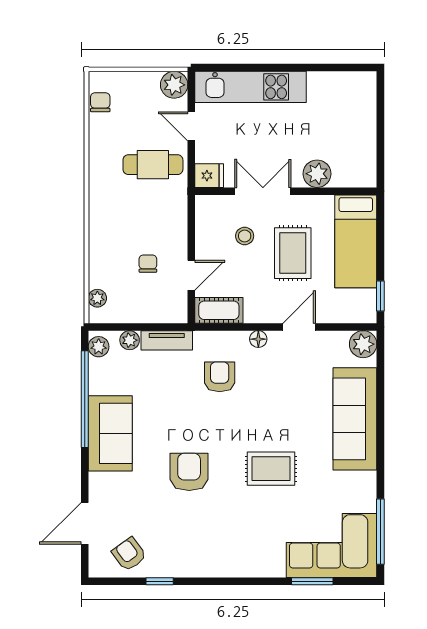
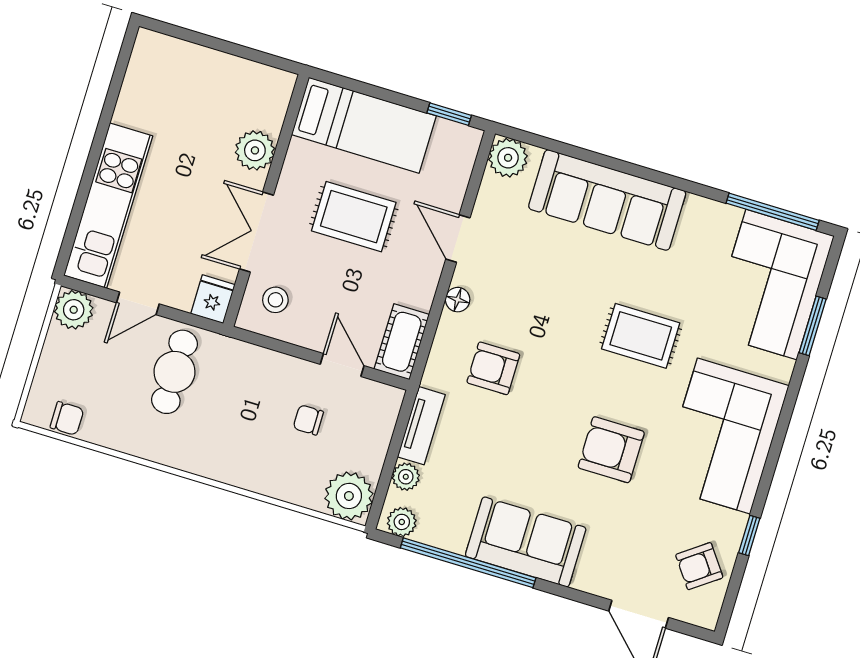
chair: (100, 102) -> (67, 418), turned 180
stool: (245, 236) -> (275, 300), moved
plant: (97, 298) -> (349, 496), width x1.87, depth x1.87
rug: (271, 469) -> (641, 336), turned 90
corner sofa: (221, 544) -> (724, 436), added

